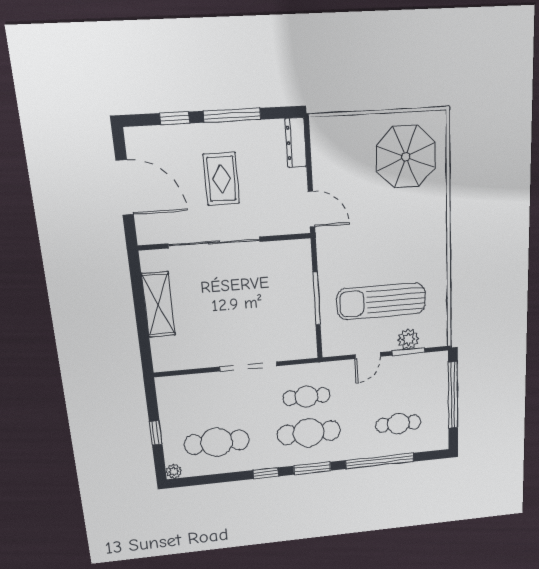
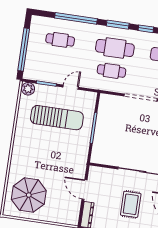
door: (311, 209) -> (84, 189), moved
plant: (408, 339) -> (28, 89), moved

